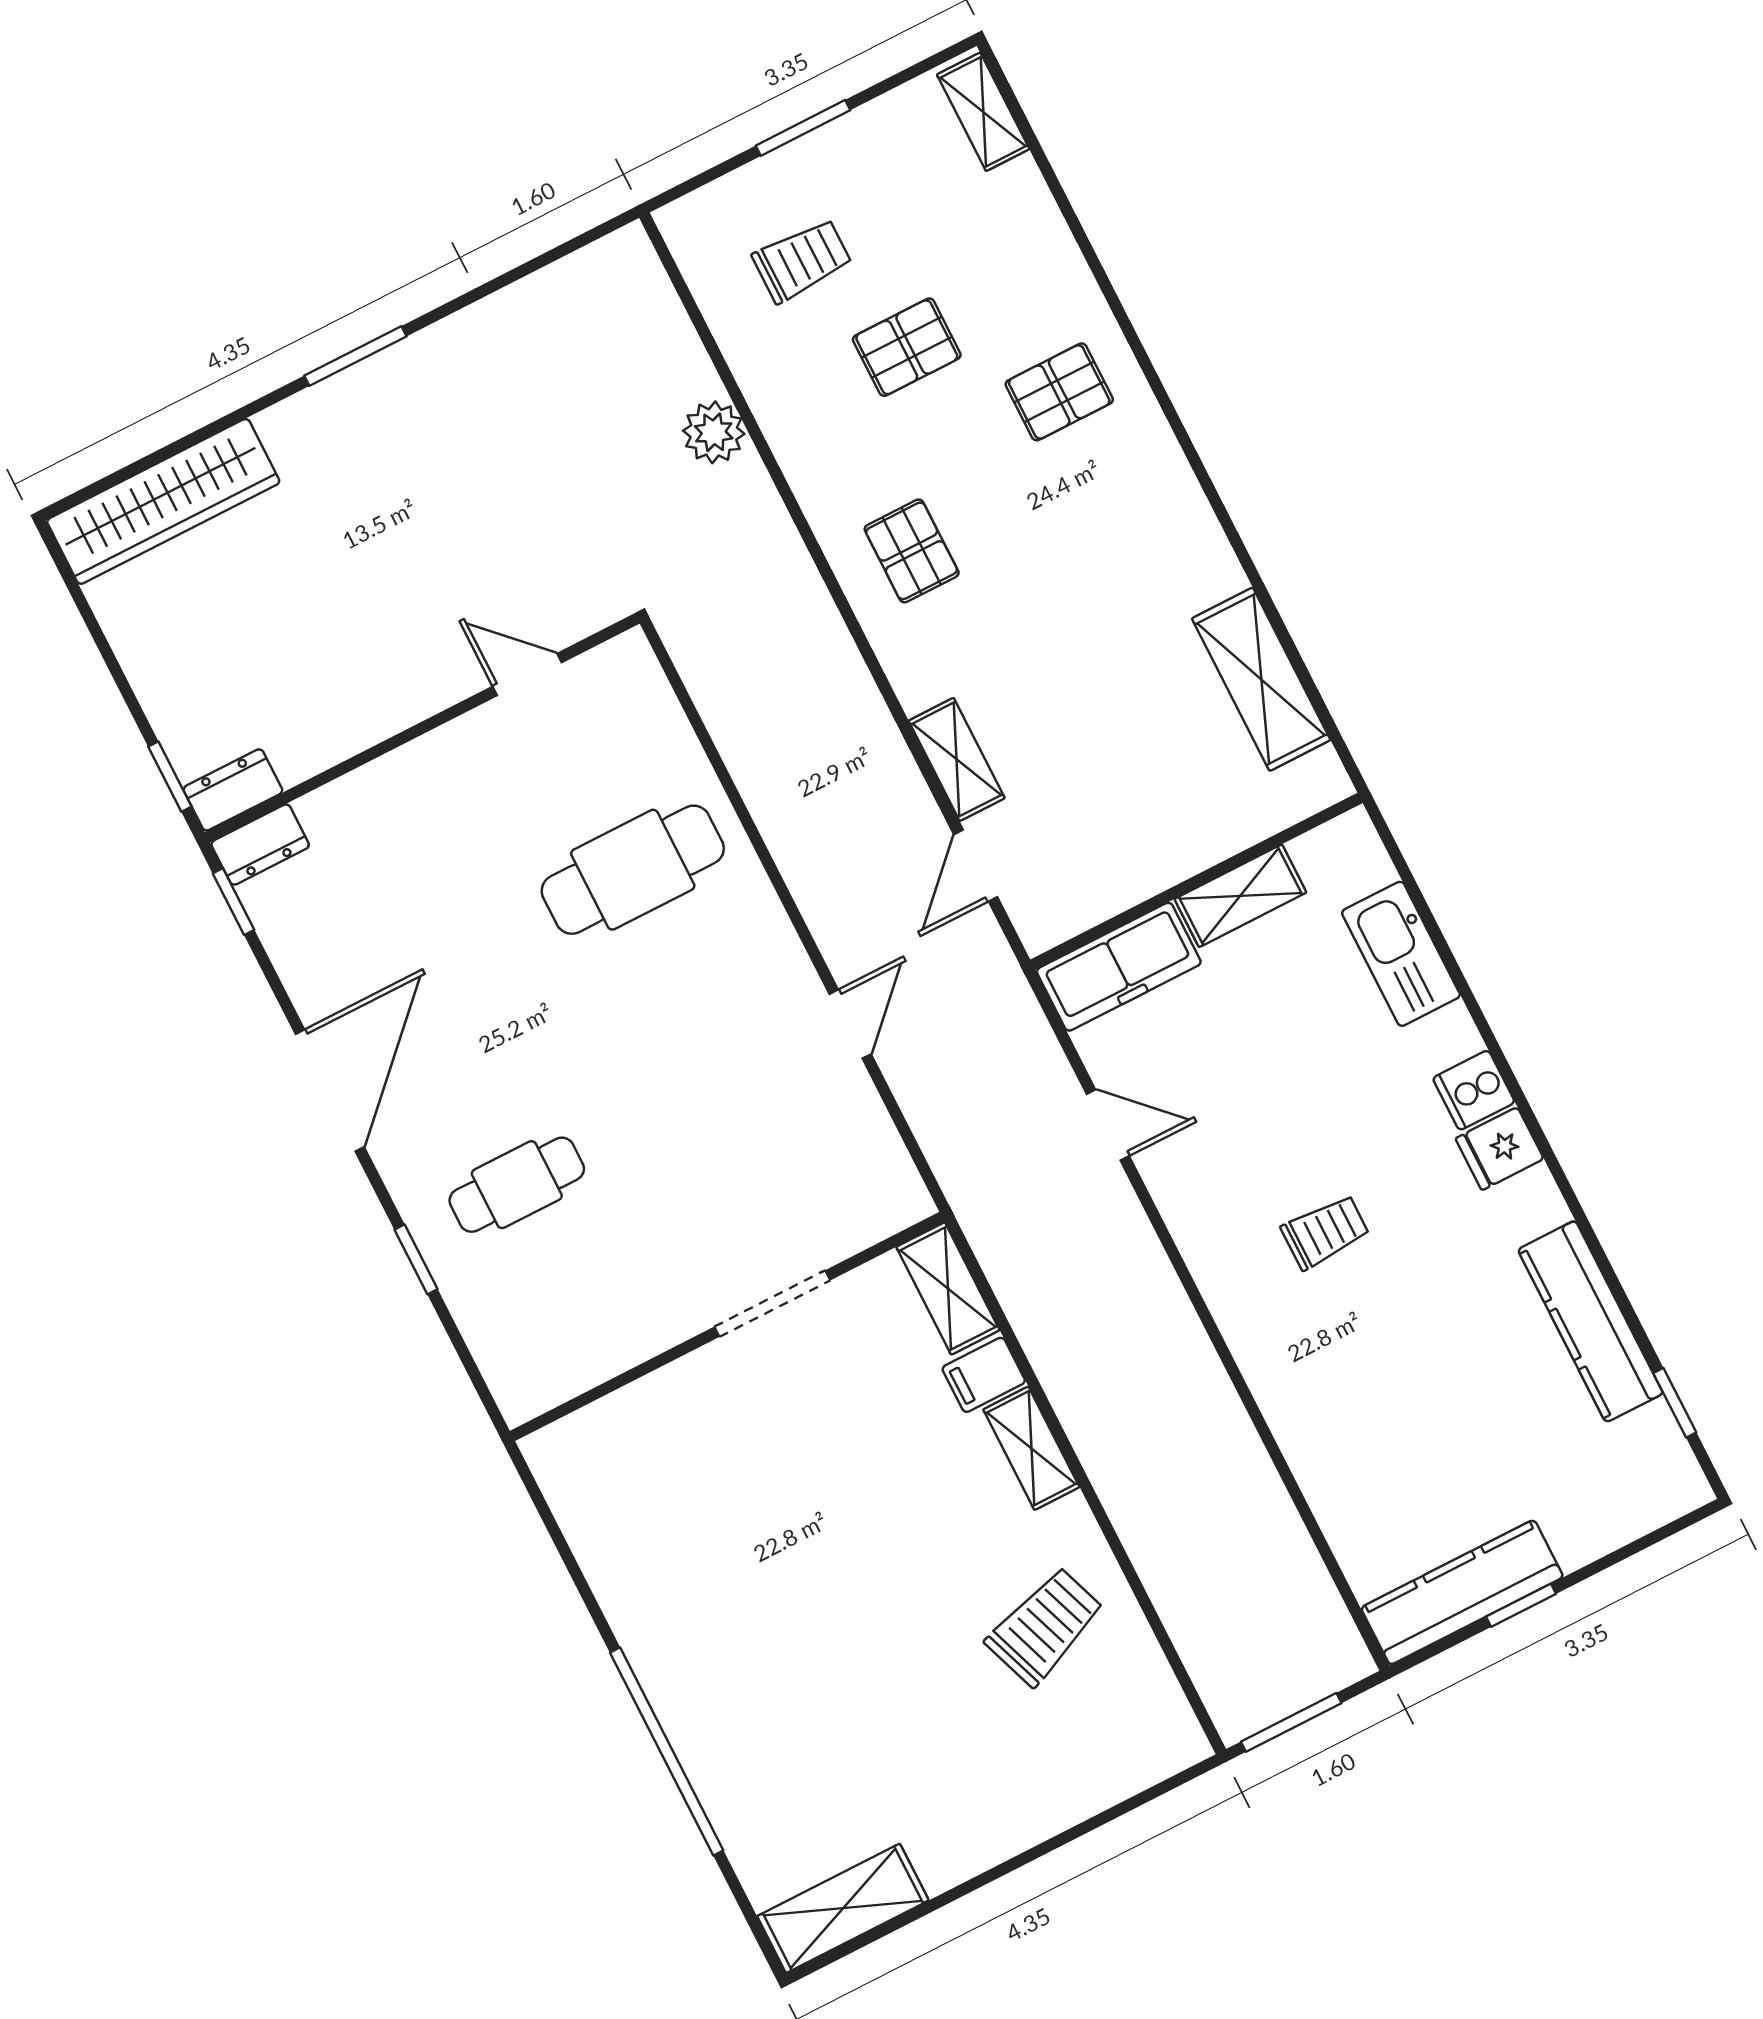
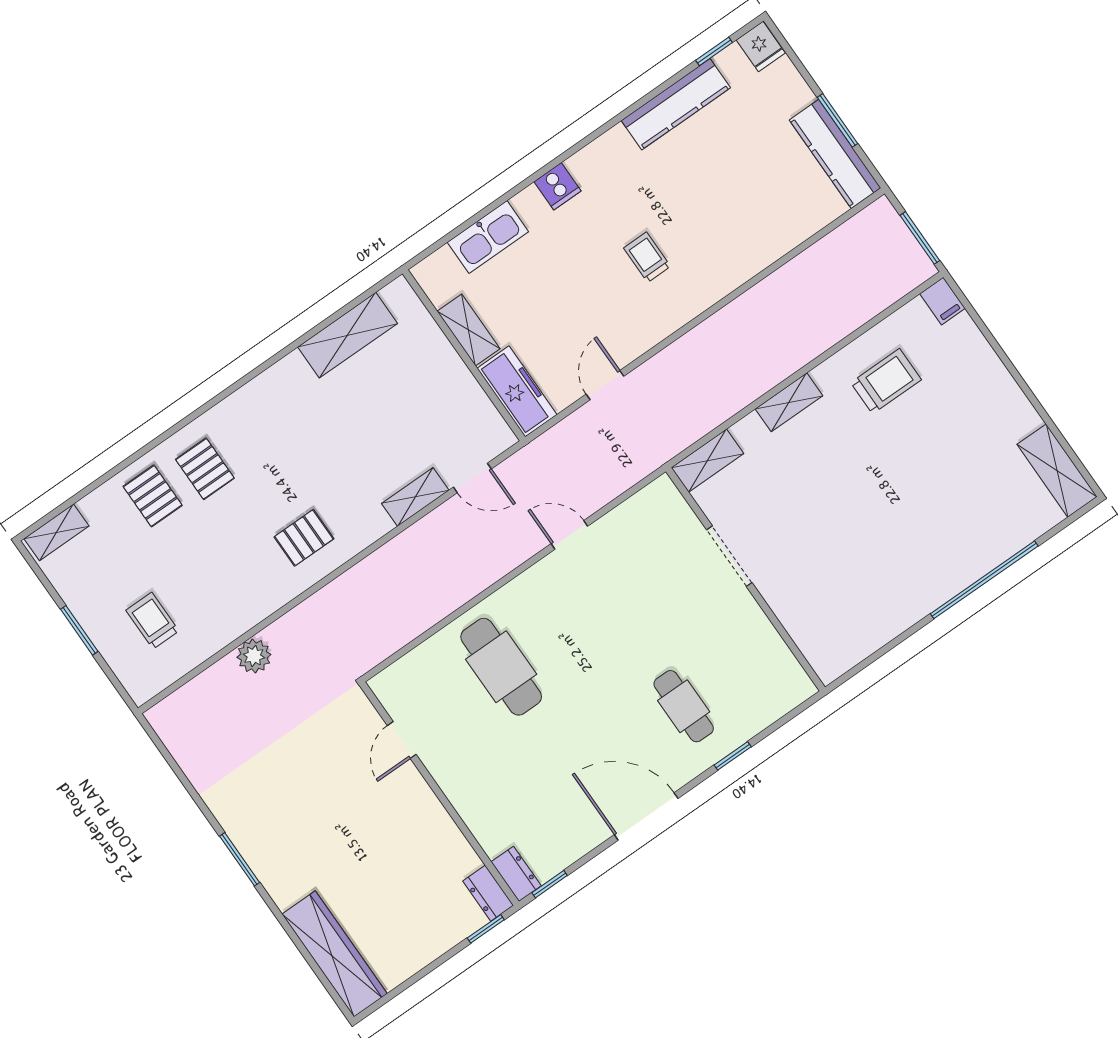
pallet: (907, 347) -> (153, 496), moved
fridge: (1500, 1149) -> (761, 46), moved
filing cabinet: (984, 1375) -> (942, 301), moved
window: (1521, 1605) -> (838, 120), width x1.50
trolley: (1045, 1626) -> (886, 381), turned 110

